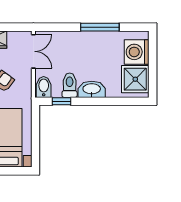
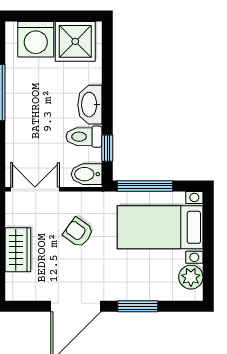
window: (36, 127) -> (145, 186), added

